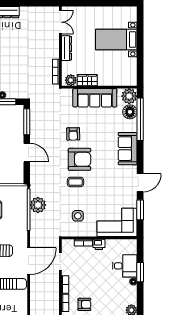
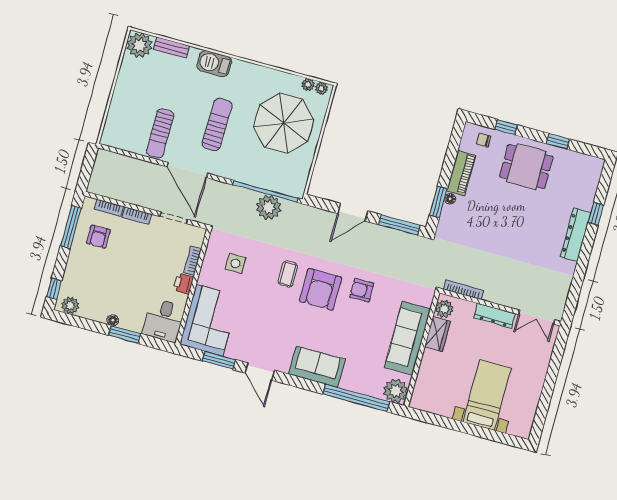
floor lamp: (130, 112) -> (372, 385), removed
desk: (125, 266) -> (164, 320), moved

